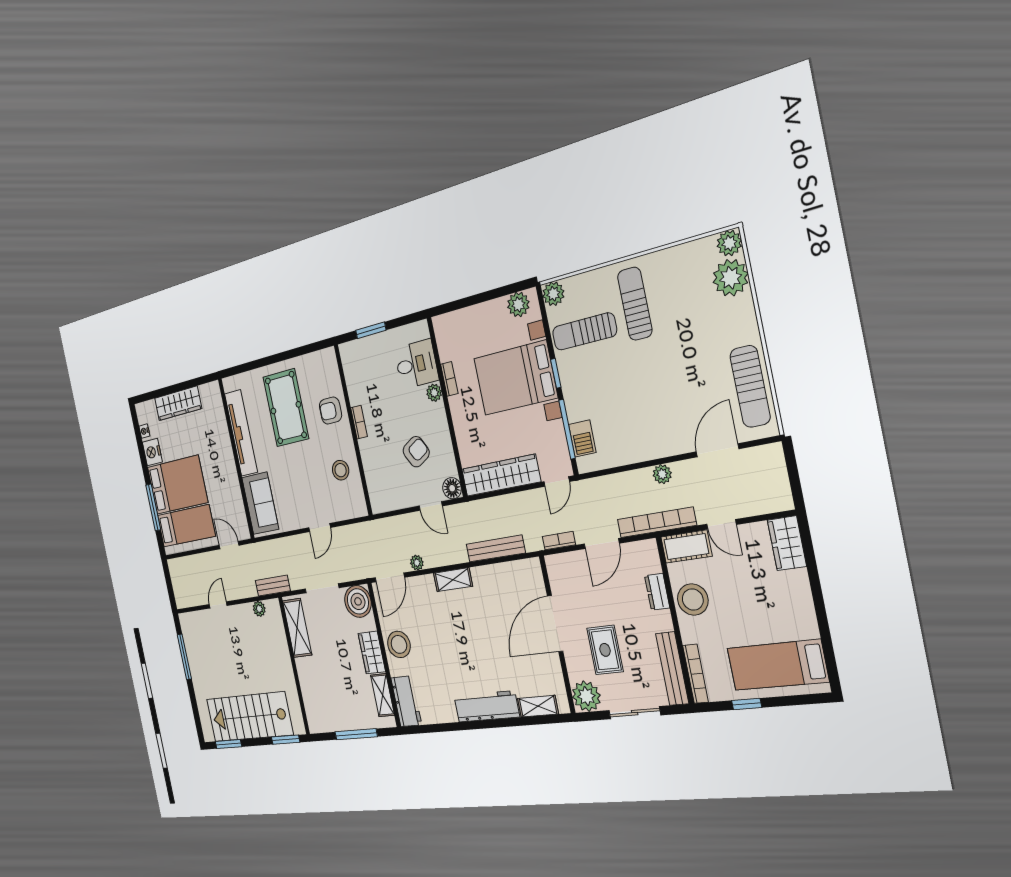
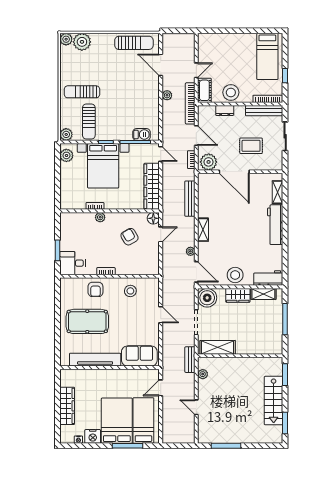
desk: (416, 364) -> (73, 263), moved, turned -90
wardrobe: (787, 543) -> (210, 40), removed
plant: (586, 696) -> (209, 162), moved
stairs: (249, 717) -> (274, 401), width x0.73, depth x0.66

